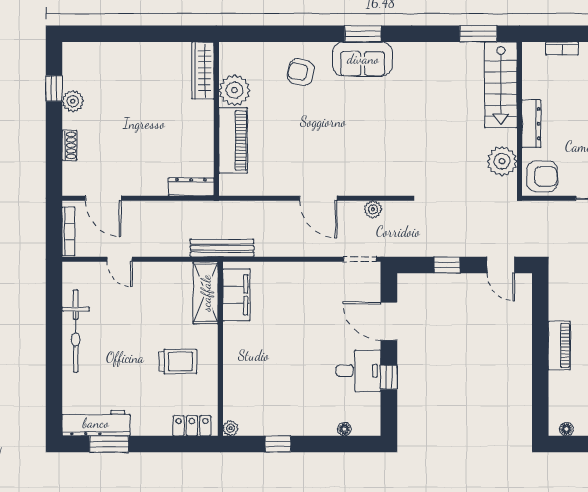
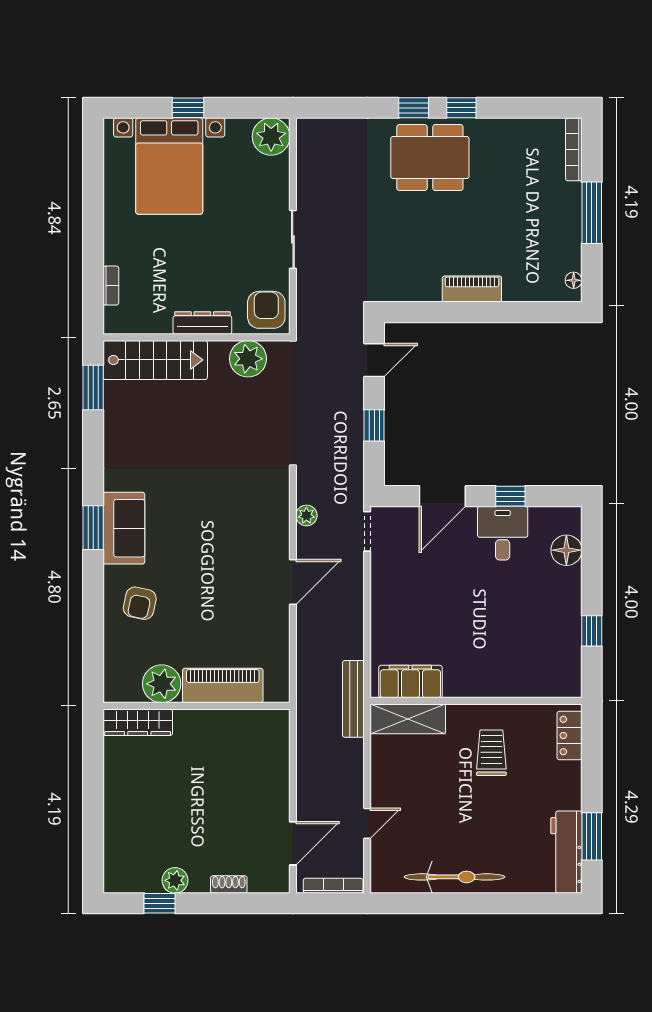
dresser: (191, 187) -> (279, 736), removed
plant: (230, 428) -> (573, 689), removed
floor lamp: (344, 429) -> (566, 550), width x1.89, depth x1.89

